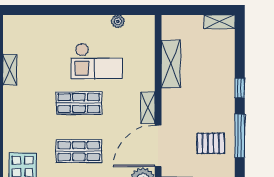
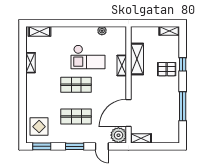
shelving: (24, 22) -> (40, 31), added
window: (240, 88) -> (183, 64), moved
shelving: (148, 108) -> (122, 66), moved
pallet: (211, 143) -> (167, 69), moved

